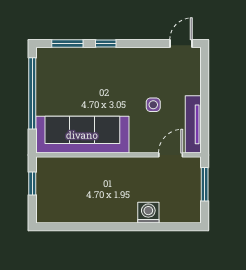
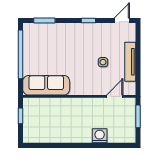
window: (106, 44) -> (88, 20), moved
tv unit: (193, 124) -> (130, 62), moved
sofa: (82, 135) -> (46, 85), width x0.74, depth x0.79

